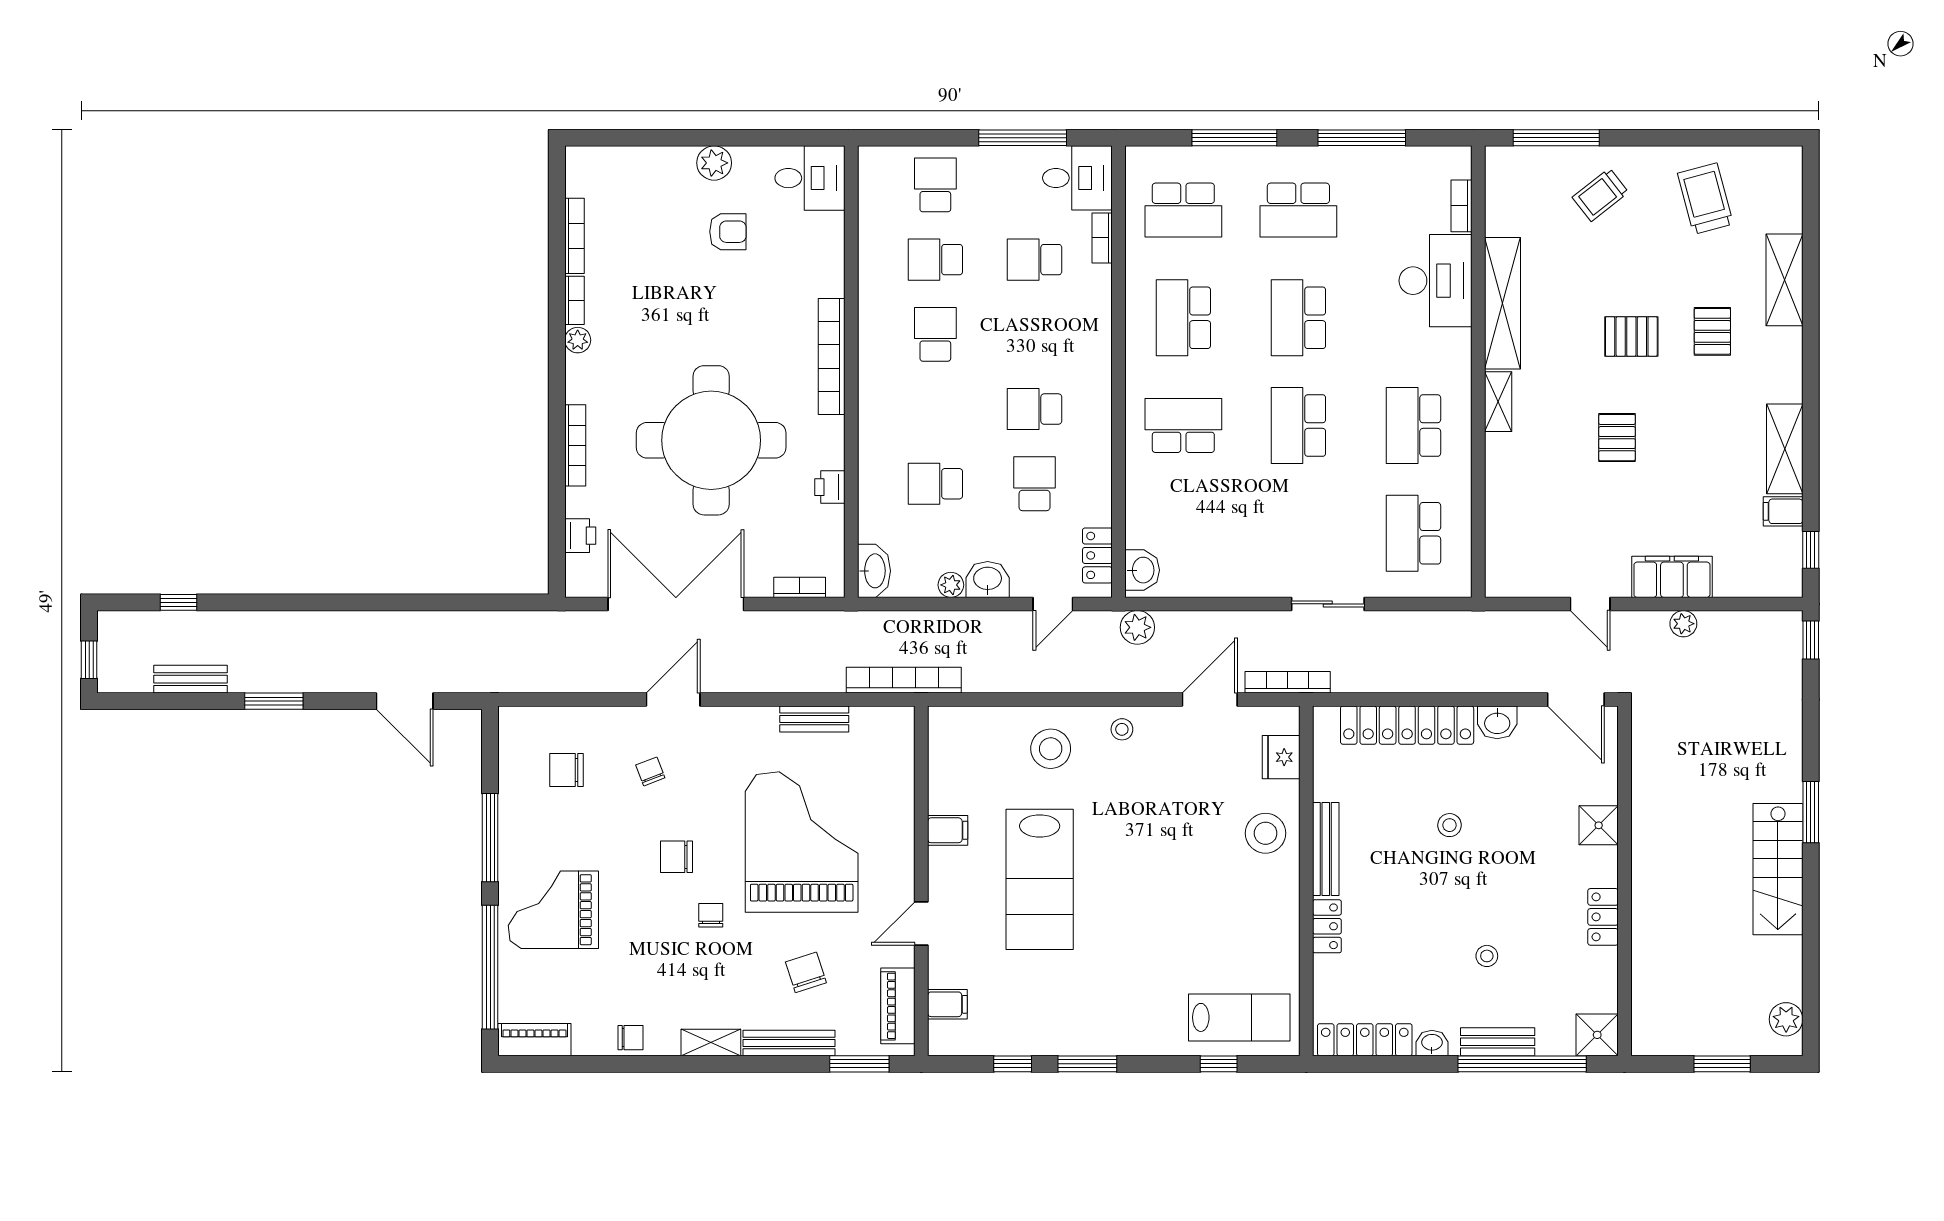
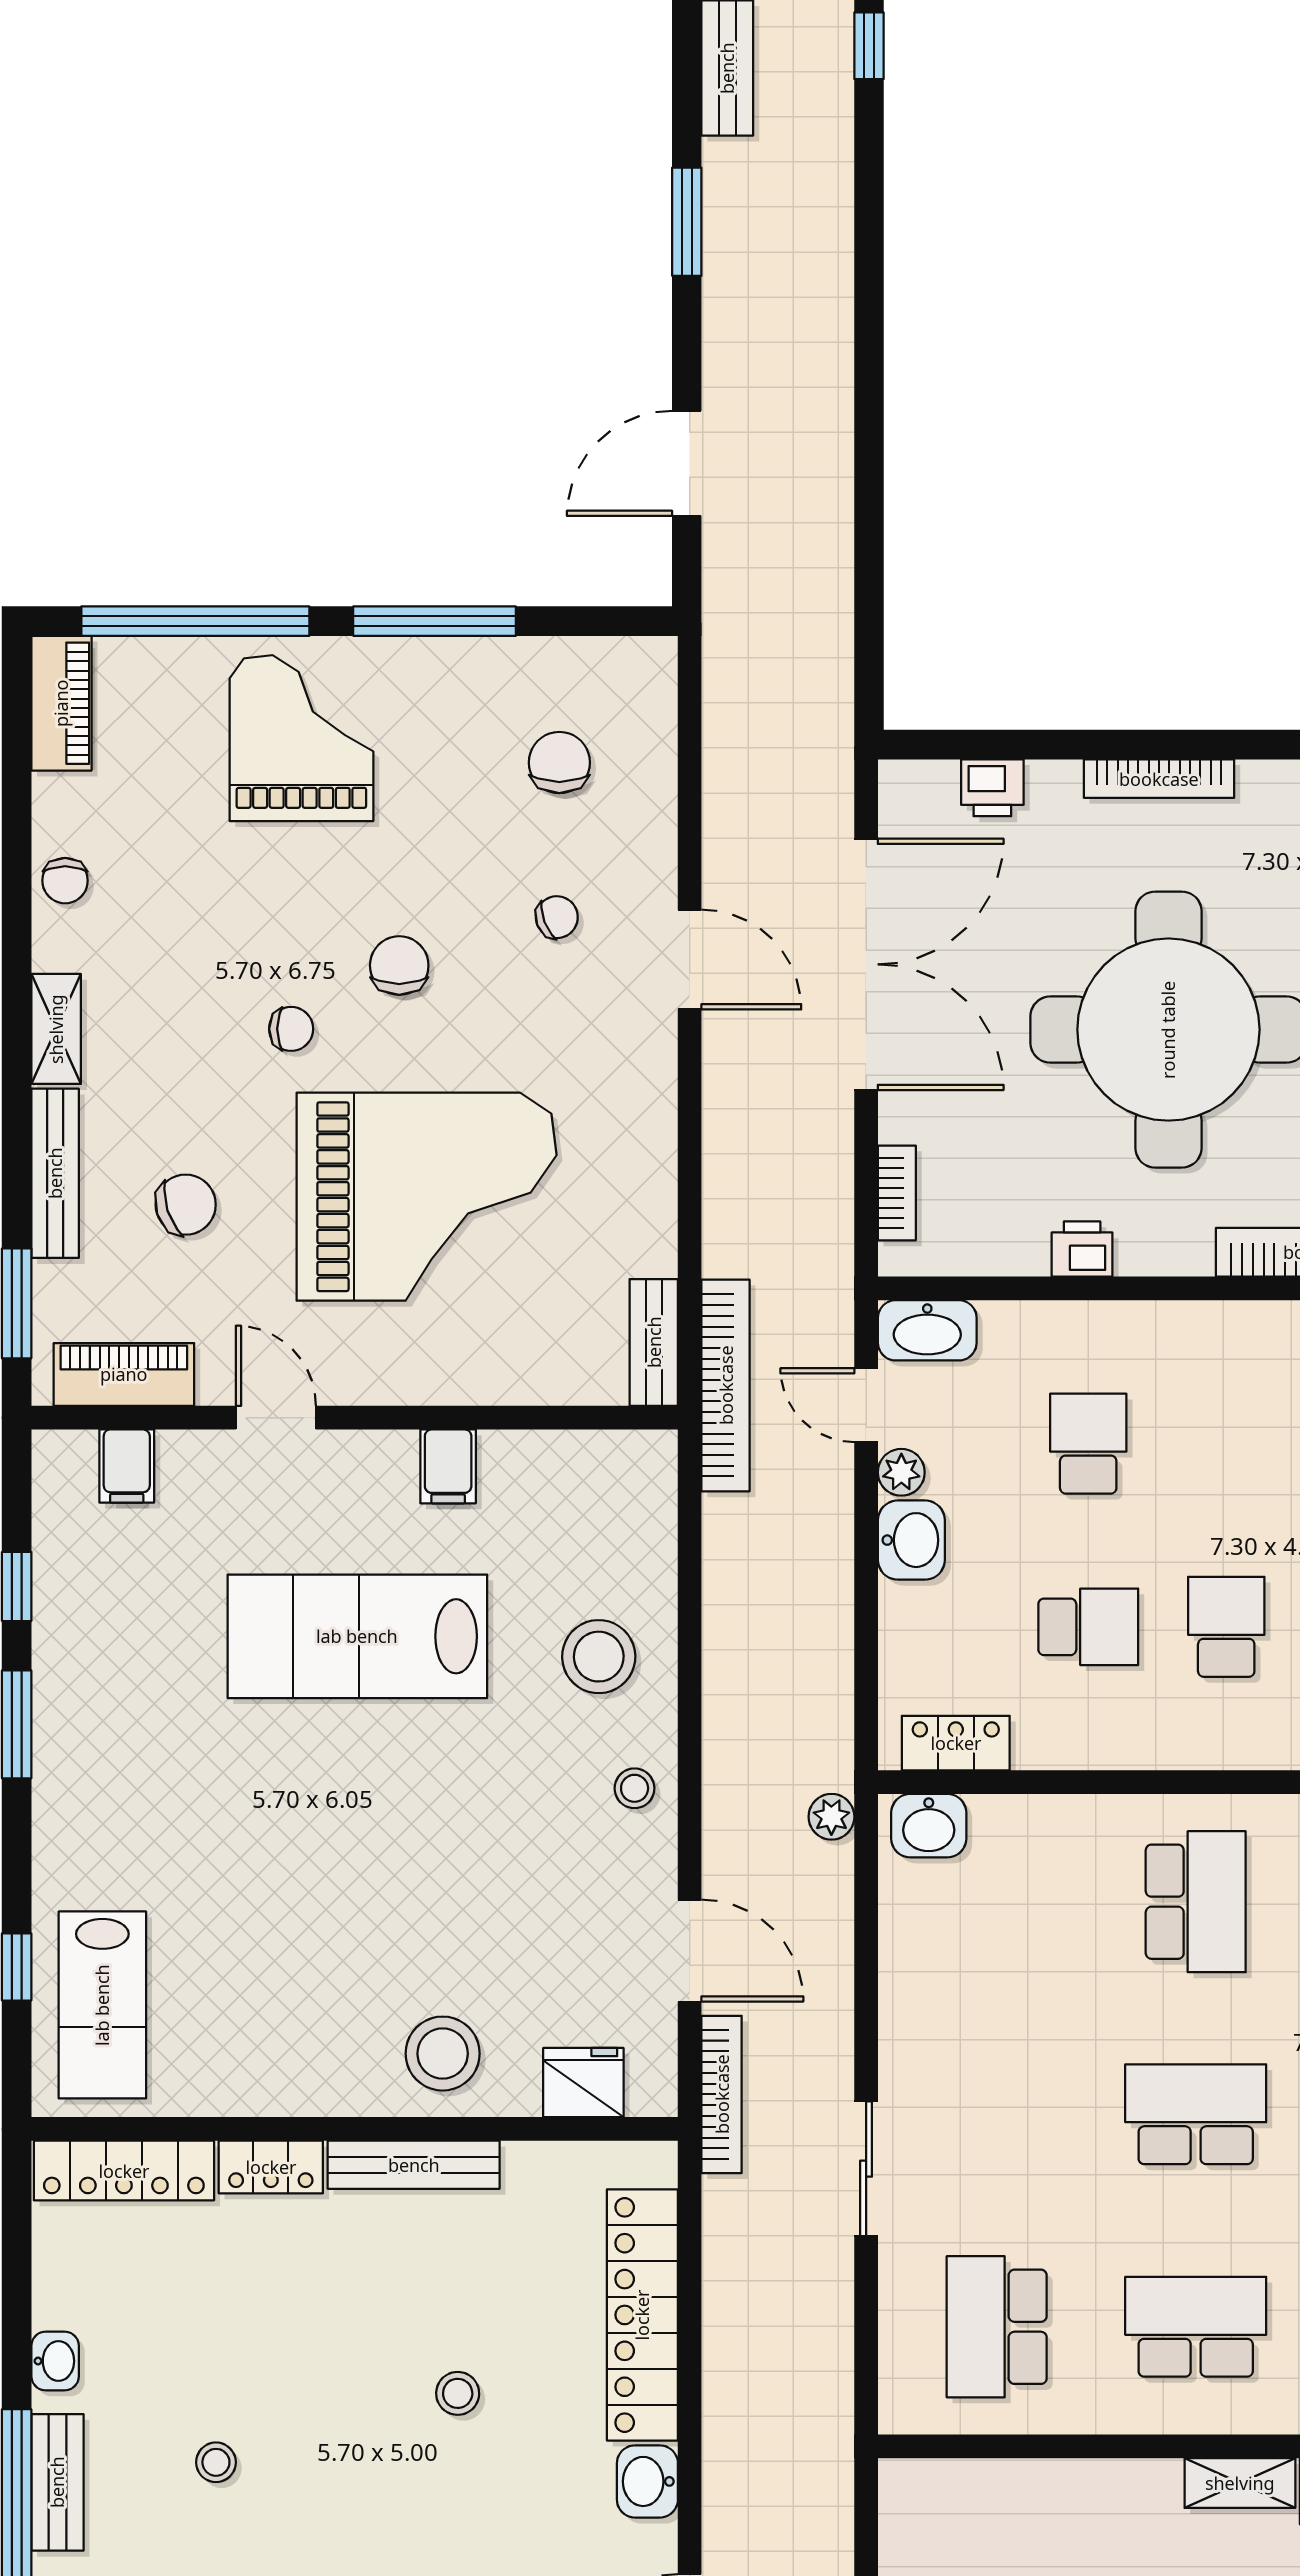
school desk: (1413, 533) -> (997, 2327), turned -90
door: (1053, 604) -> (866, 1405), moved
plant: (1137, 627) -> (831, 1817), width x0.73, depth x0.73
bench: (814, 719) -> (654, 1342), moved
locker: (1365, 1040) -> (124, 2171), moved, turned 90

